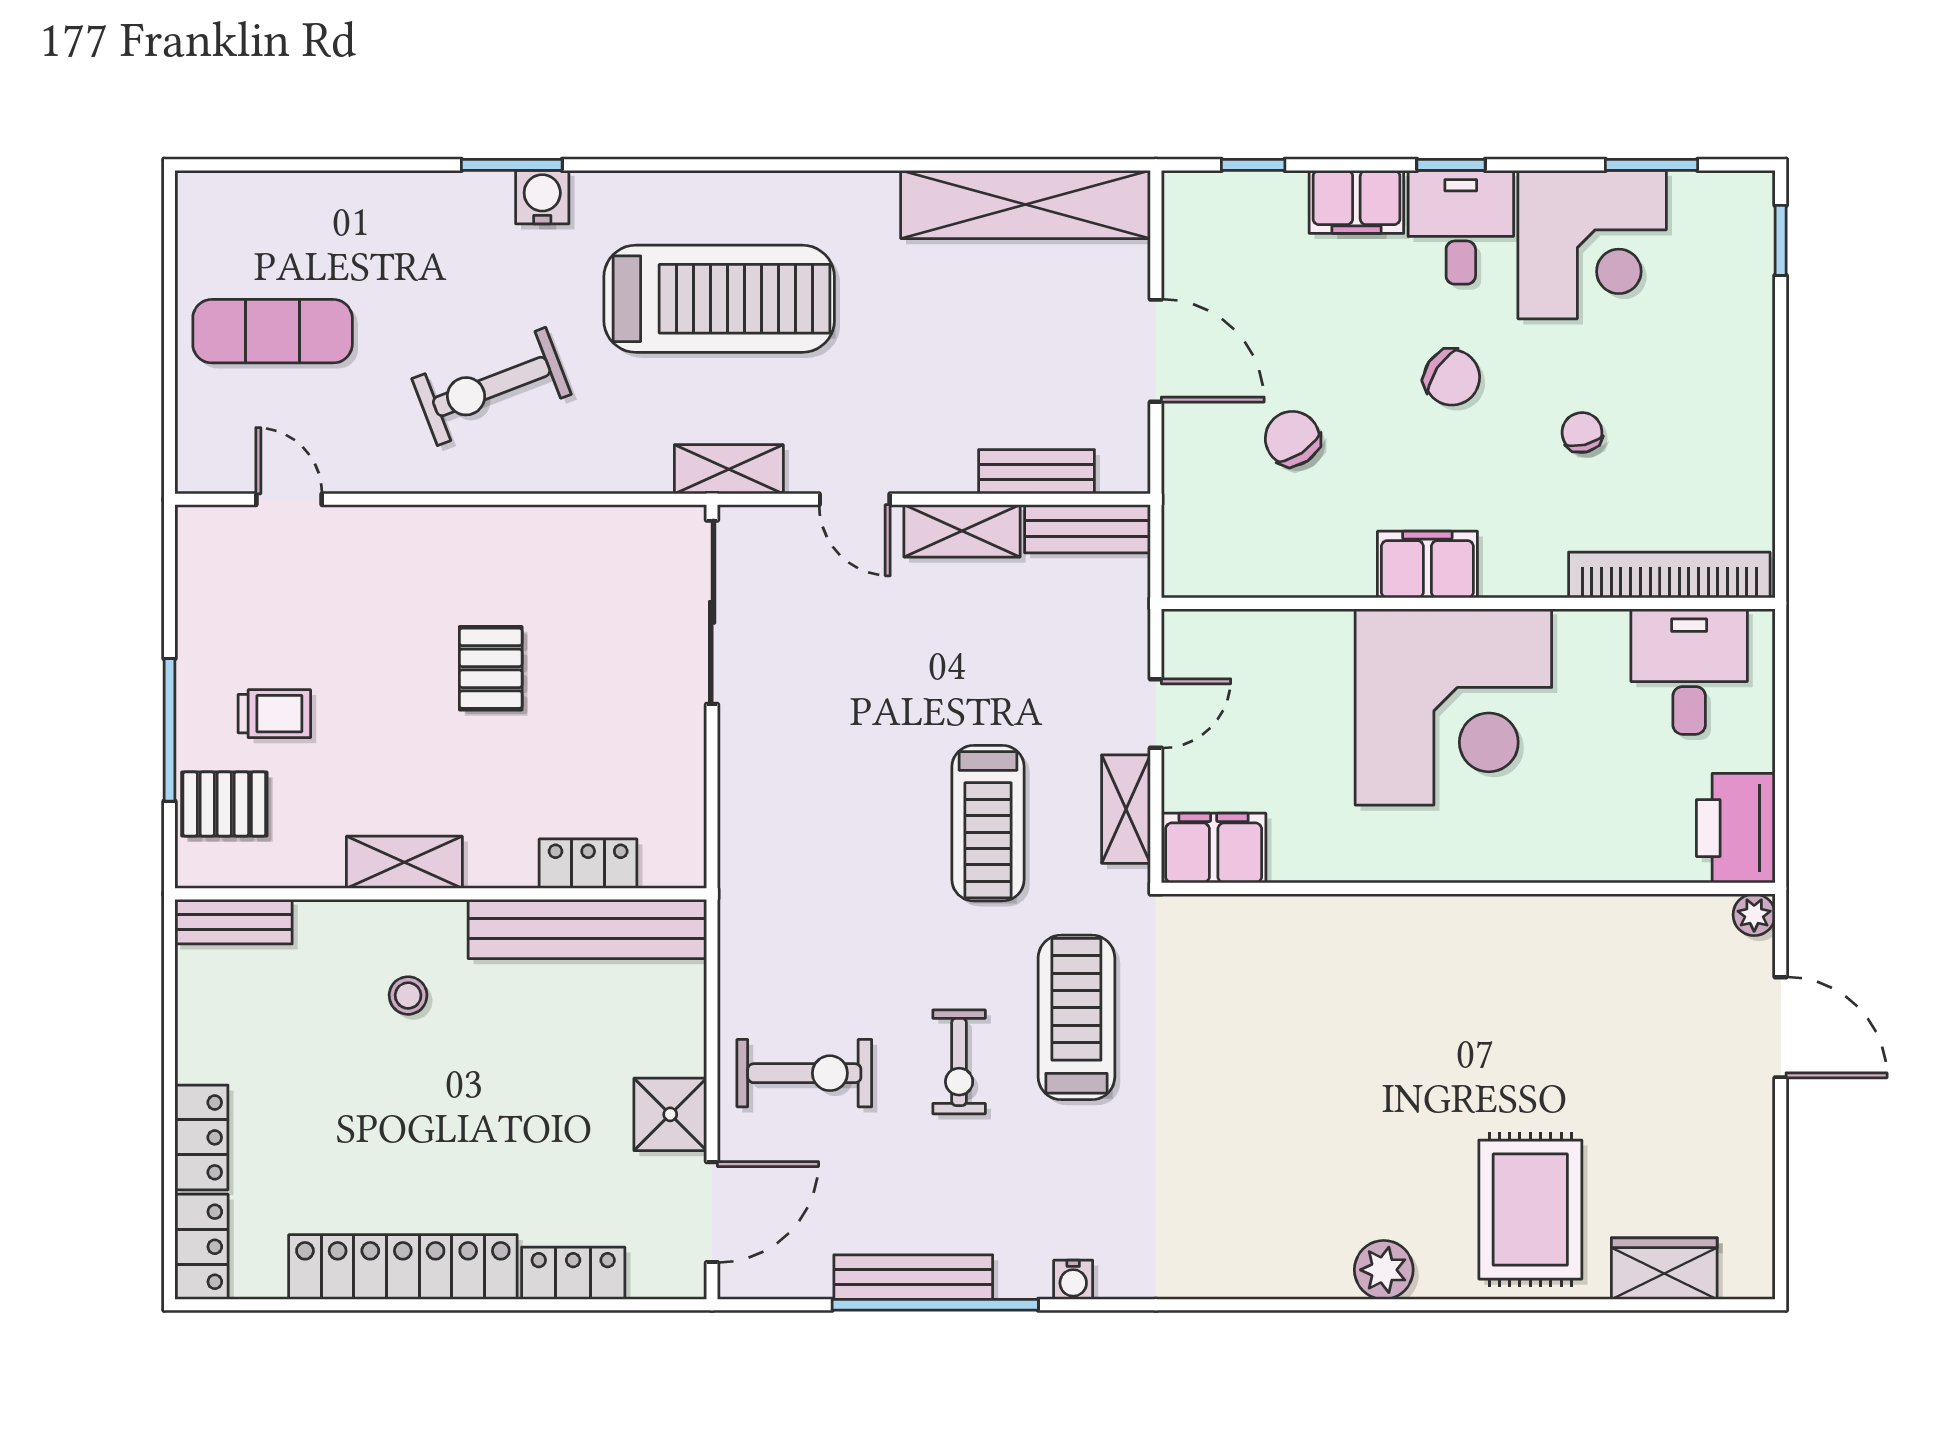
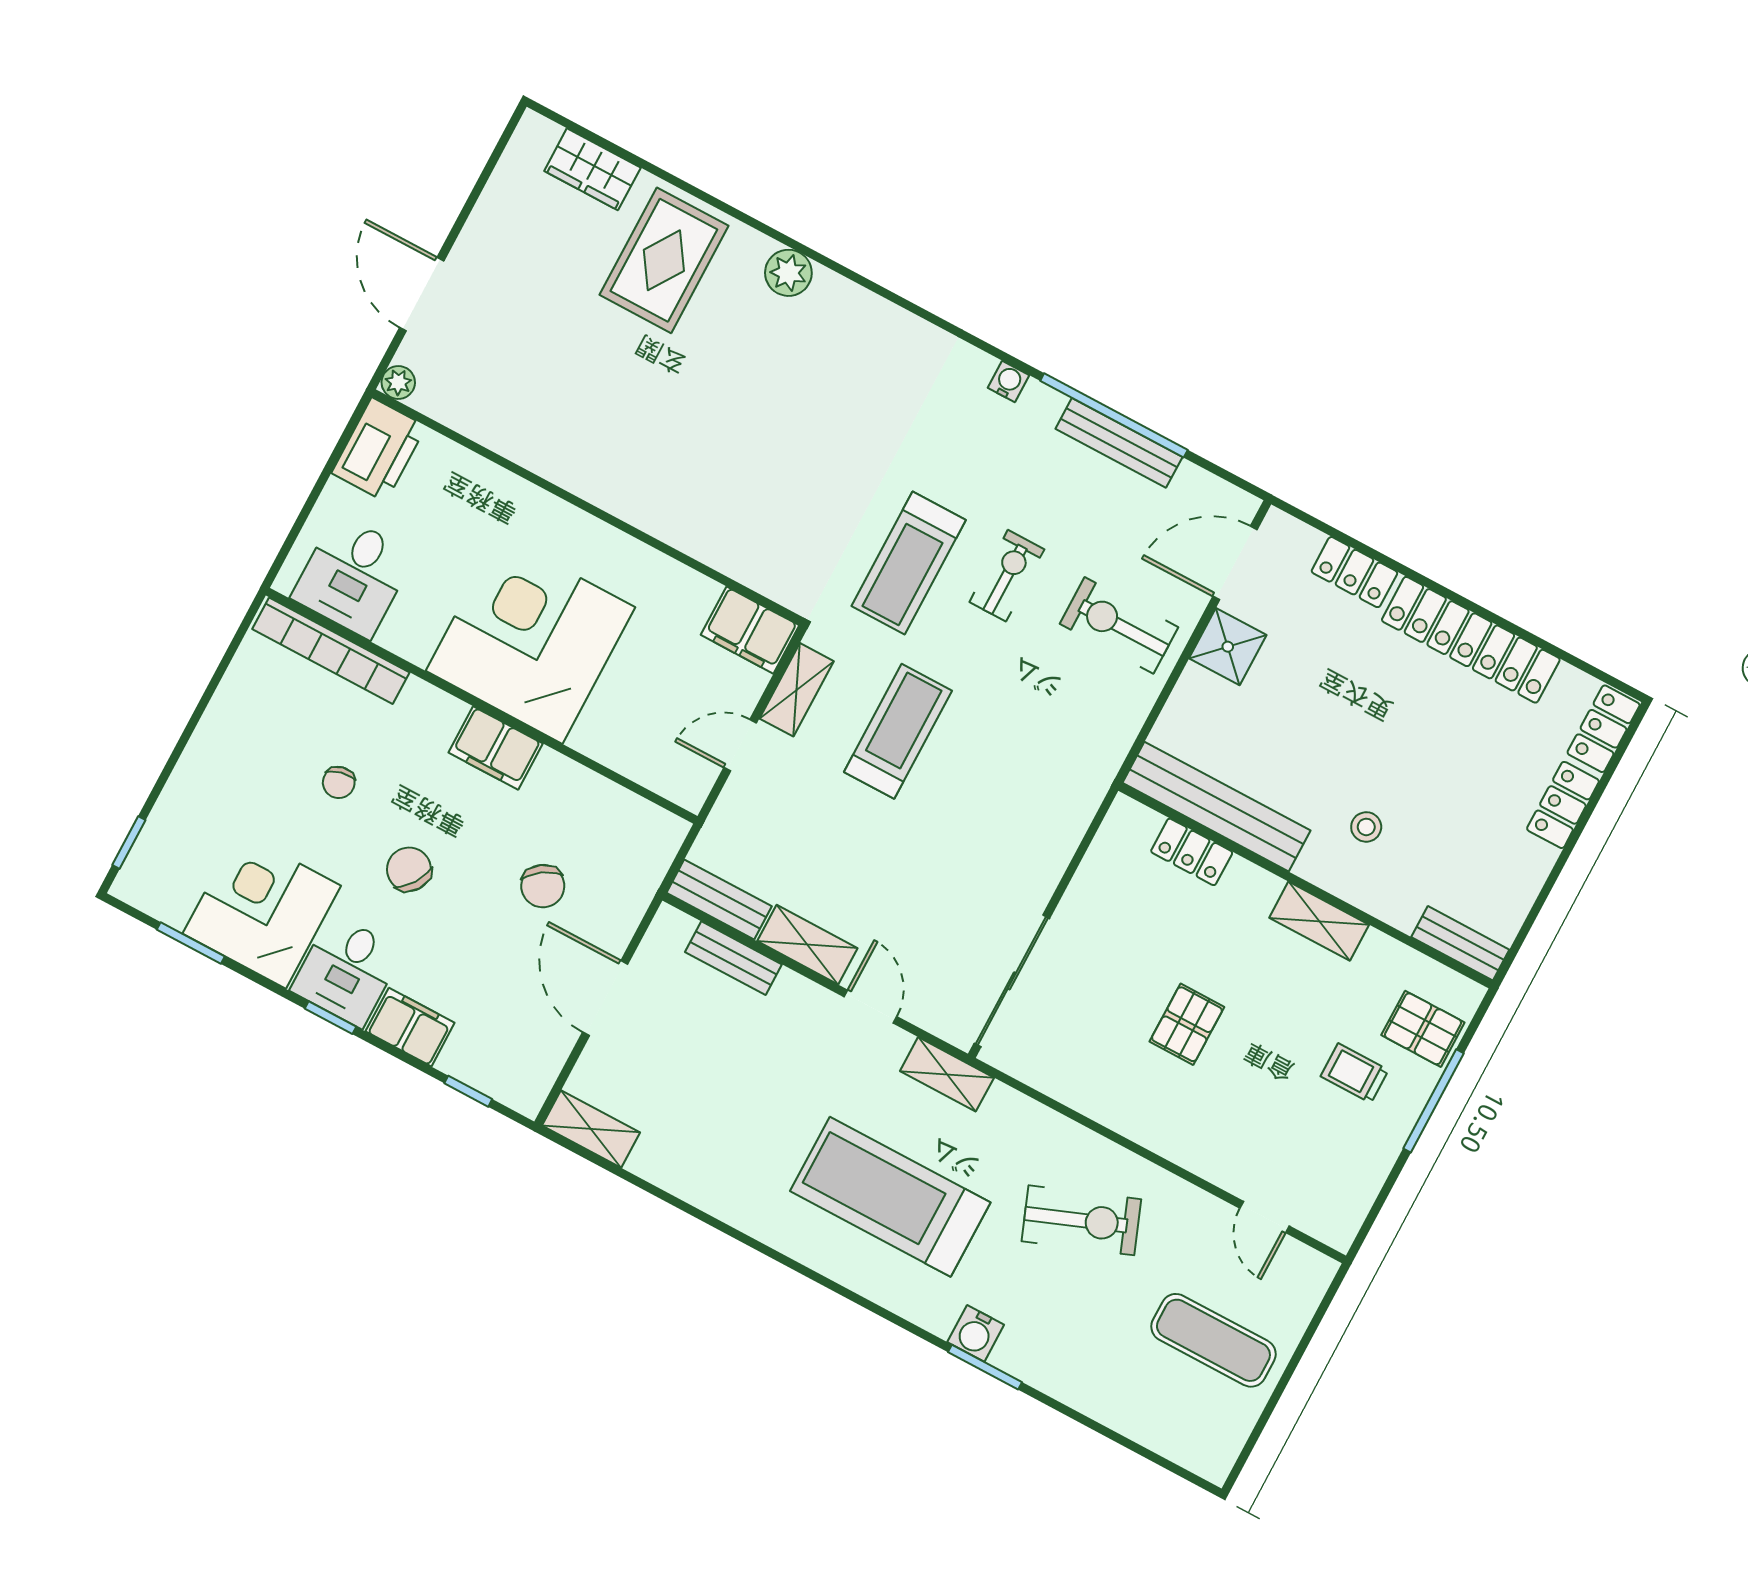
shelving: (1026, 204) -> (591, 1129), width x0.45, depth x0.75

